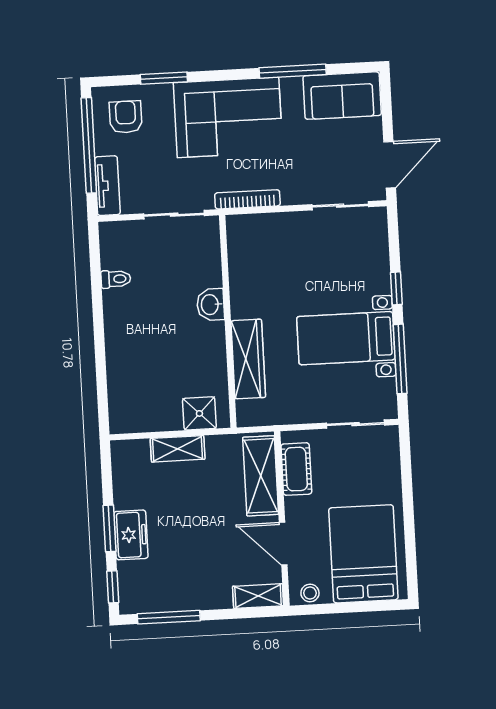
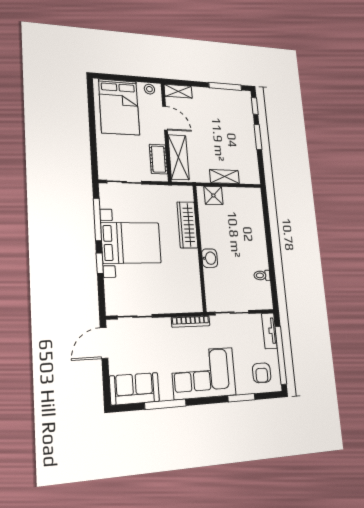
bed with nightstands: (346, 338) -> (131, 243), width x1.36
freezer: (131, 535) -> (247, 132), removed

